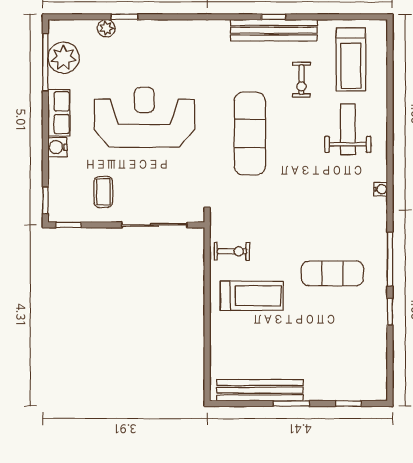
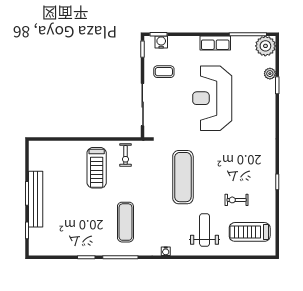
bench: (274, 30) -> (269, 182), removed
plant: (64, 58) -> (265, 46), moved
reception desk: (144, 117) -> (212, 98), turned 180
weight bench: (348, 129) -> (205, 230), turned -90
exercise mat: (250, 134) -> (183, 177), moved, turned 90
water cooler: (57, 147) -> (161, 42), moved
exercise mat: (332, 273) -> (125, 222), moved
bench: (260, 390) -> (36, 199), moved

